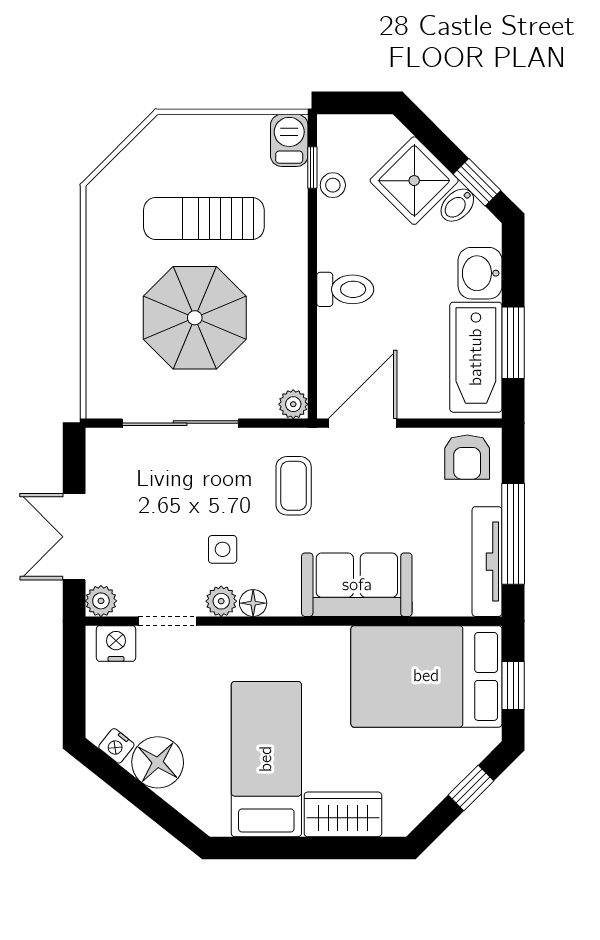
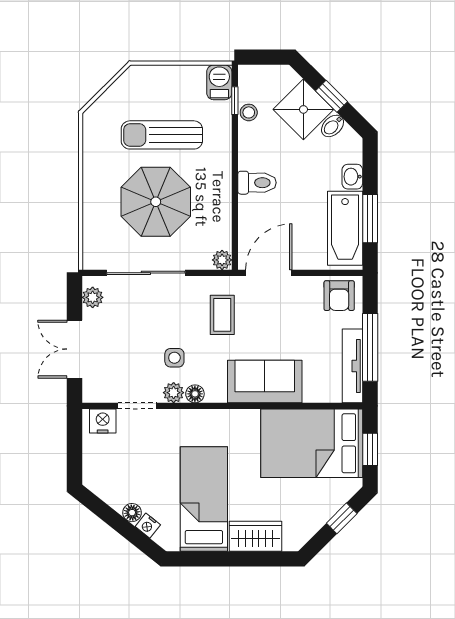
window: (477, 182) -> (332, 96), moved
washbasin: (480, 273) -> (352, 177), width x0.72, depth x0.69
plant: (101, 601) -> (93, 297), moved
nightstand: (116, 746) -> (148, 526), moved
floor lamp: (158, 762) -> (132, 513), width x0.53, depth x0.53

